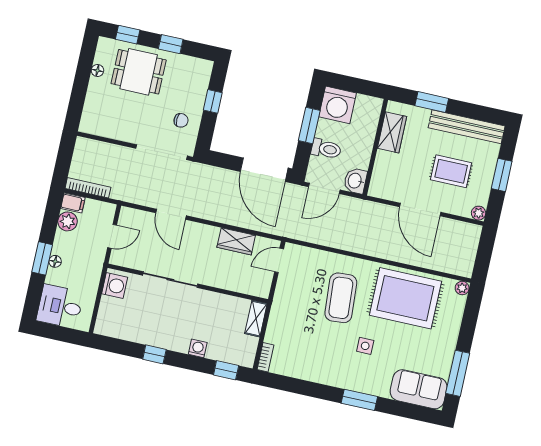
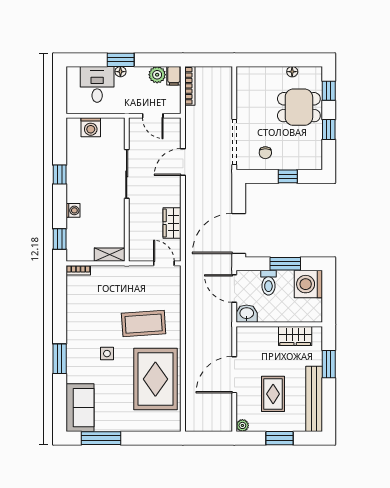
dining table: (139, 72) -> (299, 107), turned 90
washing machine: (115, 286) -> (91, 127), moved
plant: (462, 288) -> (175, 426), removed
desk: (60, 306) -> (97, 84), moved

